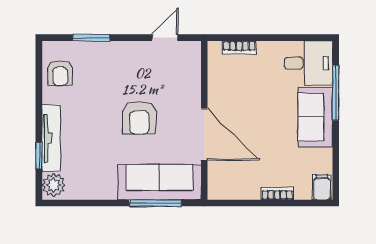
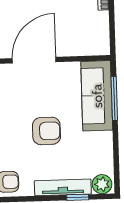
armchair: (139, 118) -> (46, 131), moved
door: (204, 135) -> (34, 60), moved

